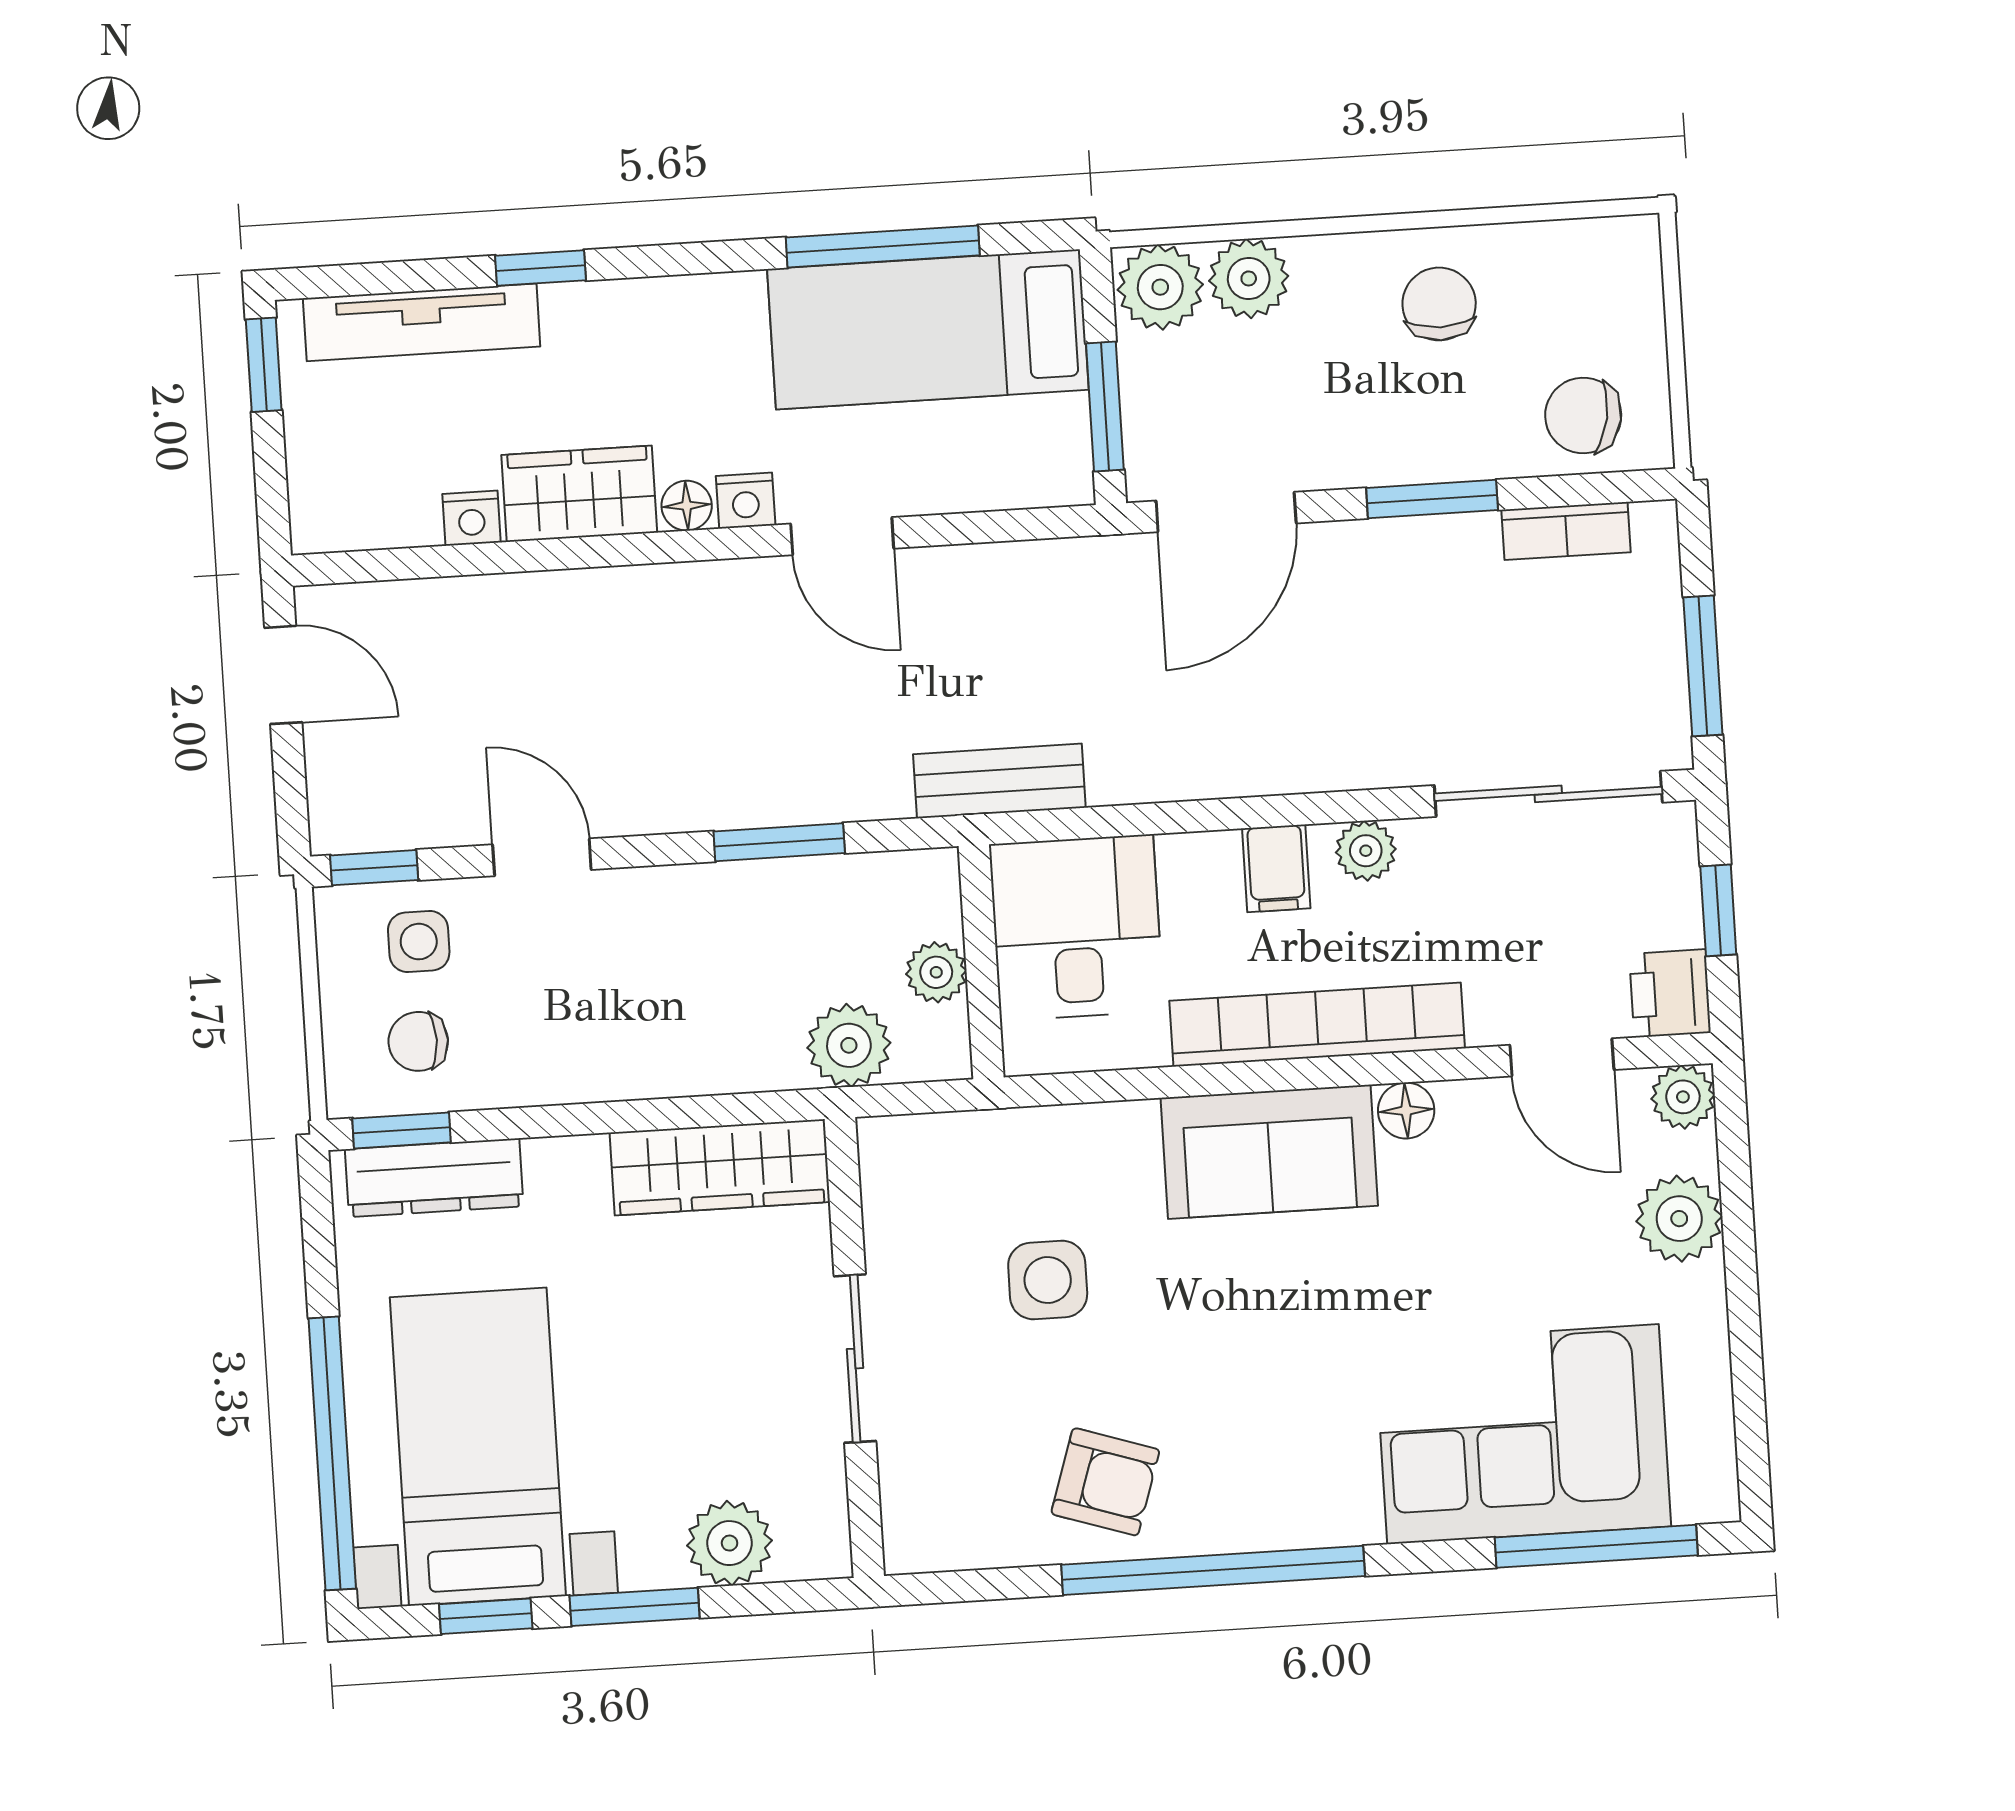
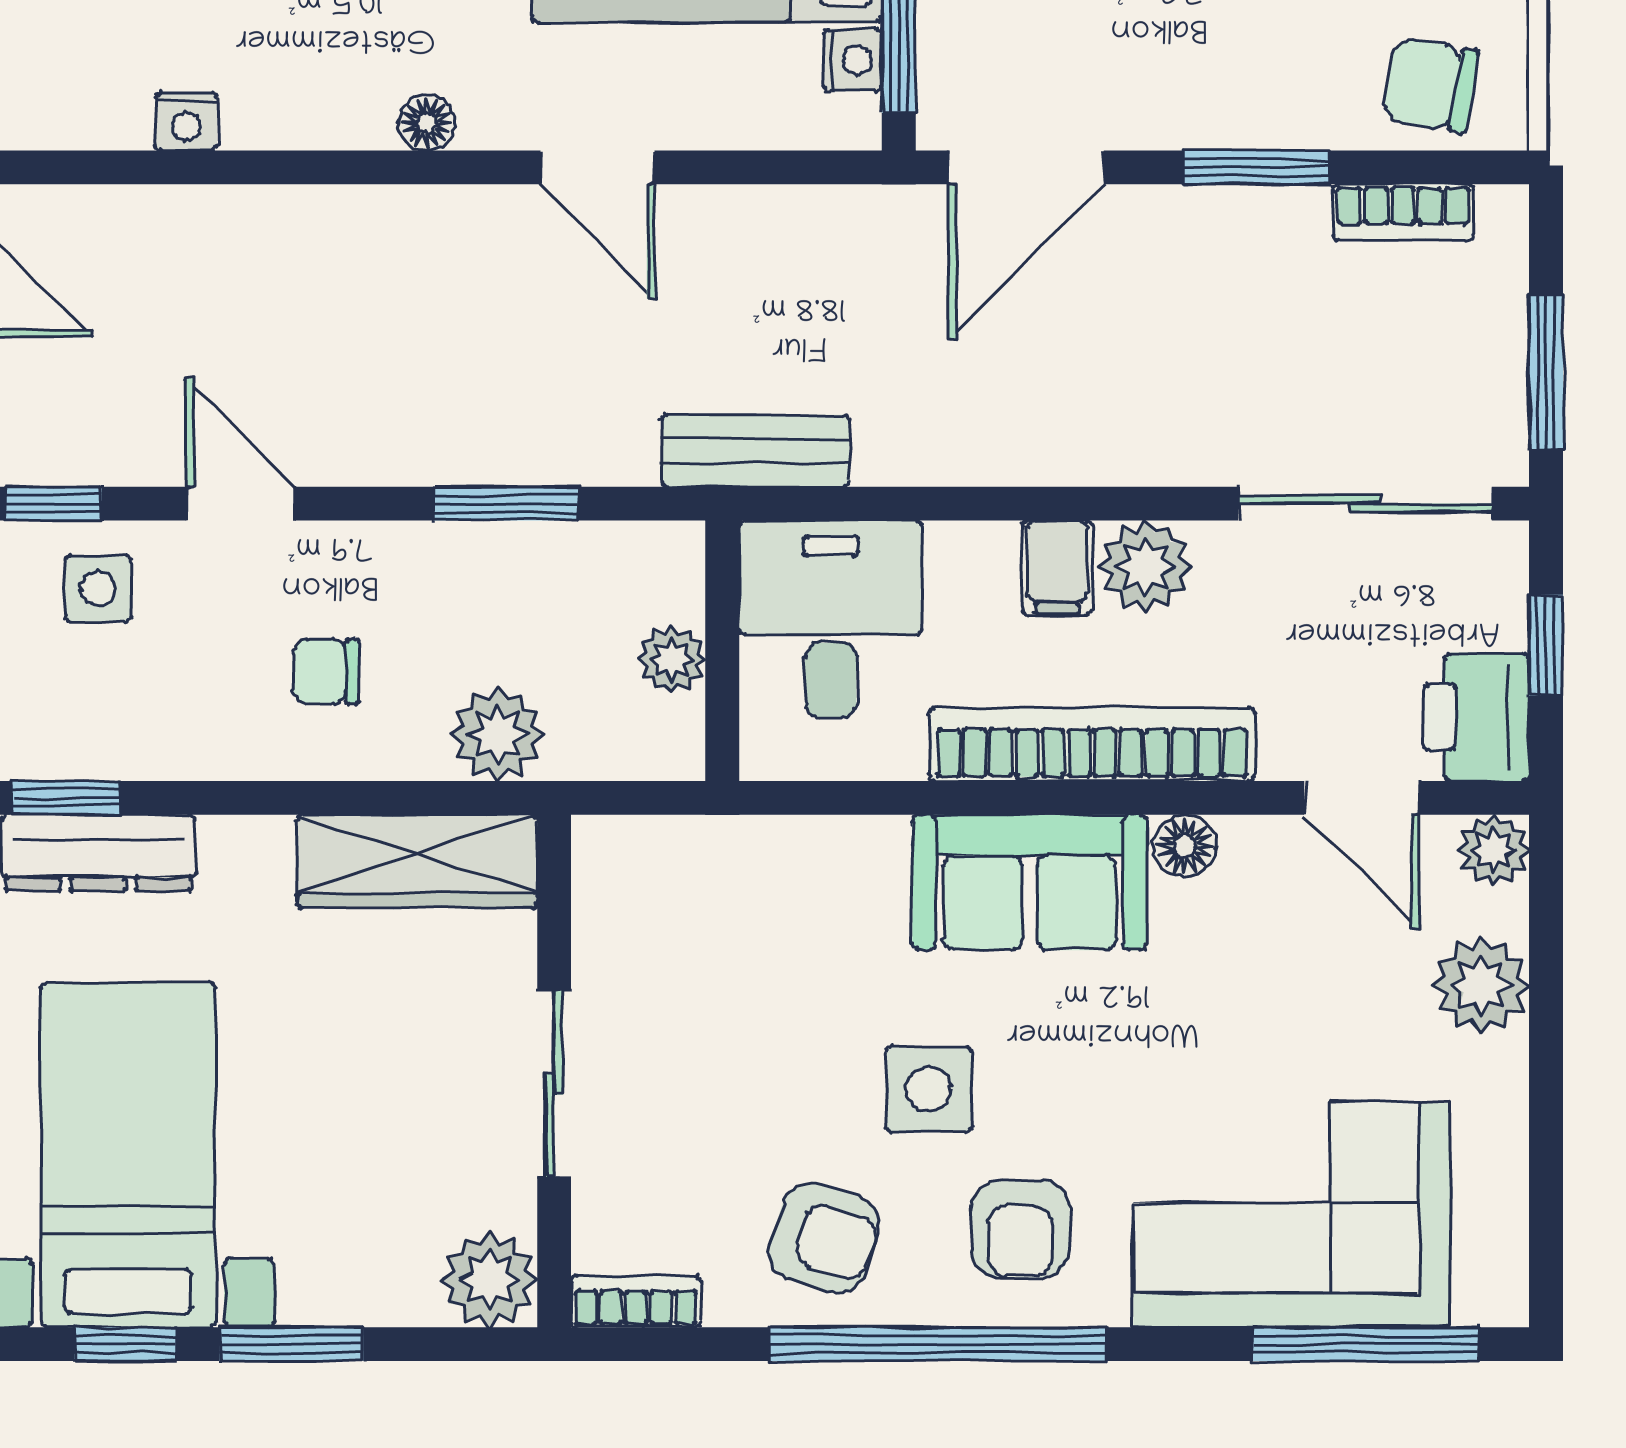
wardrobe: (579, 494) -> (308, 102), removed
nightstand: (746, 501) -> (852, 60), moved, turned -90
plant: (1366, 851) -> (1145, 567), width x1.38, depth x1.38
printer: (1670, 993) -> (1476, 717), width x1.36, depth x1.24
chair: (418, 1041) -> (326, 672), moved
plant: (849, 1045) -> (497, 734), moved
side table: (1048, 1280) -> (929, 1089), moved
armchair: (1281, 1463) -> (1020, 1229), added
plant: (729, 1543) -> (490, 1280), moved
bookcase: (940, 1549) -> (636, 1301), added

